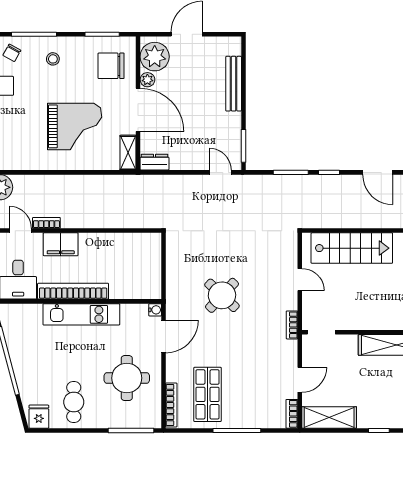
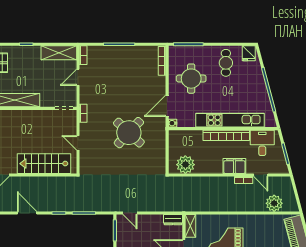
plant: (135, 247) -> (185, 165), added
round table: (222, 295) -> (129, 133), width x1.36, depth x1.36
kitchen unit: (81, 314) -> (230, 120), width x1.36
shop shelf: (208, 394) -> (138, 68), removed

